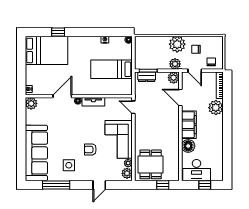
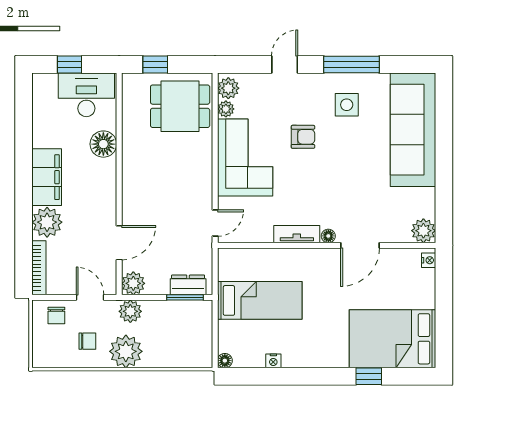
door: (180, 98) -> (119, 243), hinge flipped
door: (133, 107) -> (215, 223), hinge flipped
filing cabinet: (189, 125) -> (47, 177), moved, turned 180
dining table: (151, 164) -> (180, 106), turned 90
window: (56, 185) -> (352, 64), moved

